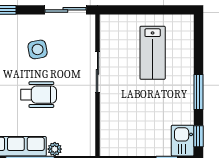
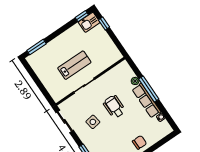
lab bench: (153, 53) -> (74, 65), moved
window: (198, 92) -> (36, 47), moved

